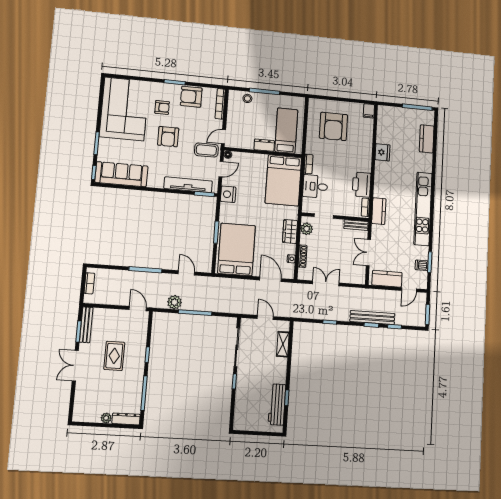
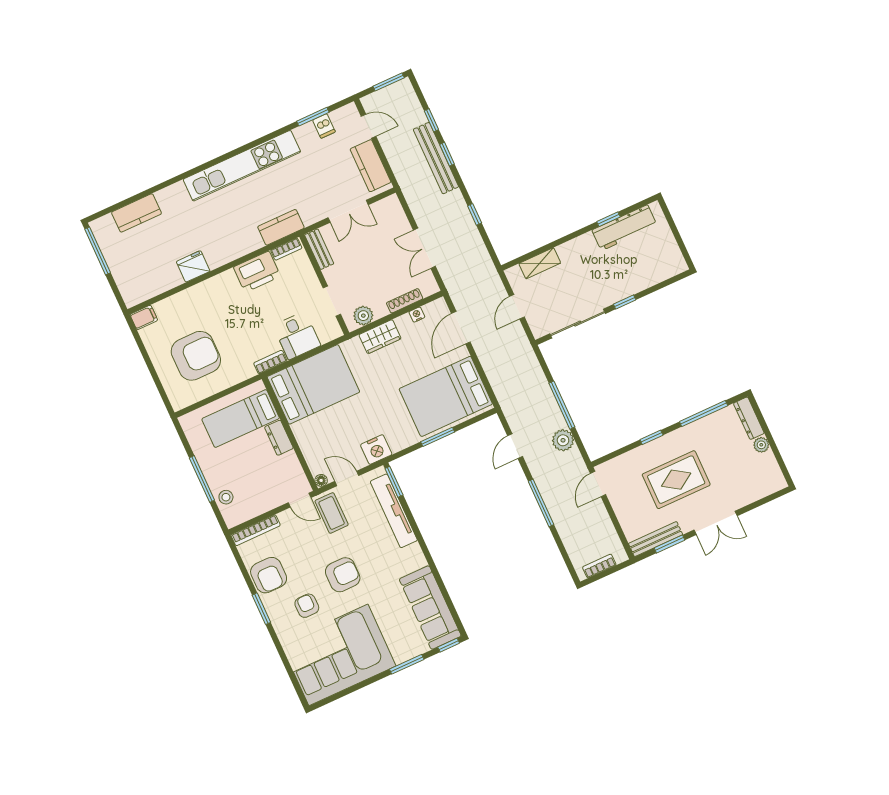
rug: (114, 356) -> (676, 480), width x1.36, depth x1.43

